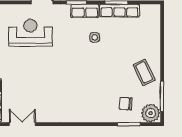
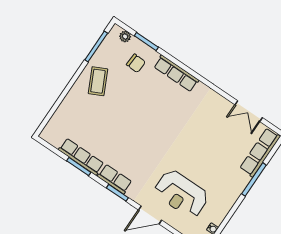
side table: (95, 37) -> (122, 147), removed
plant: (151, 113) -> (125, 36), width x0.53, depth x0.53
row of seats: (92, 116) -> (176, 73), added

